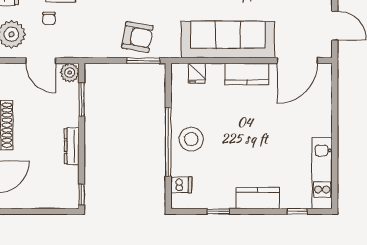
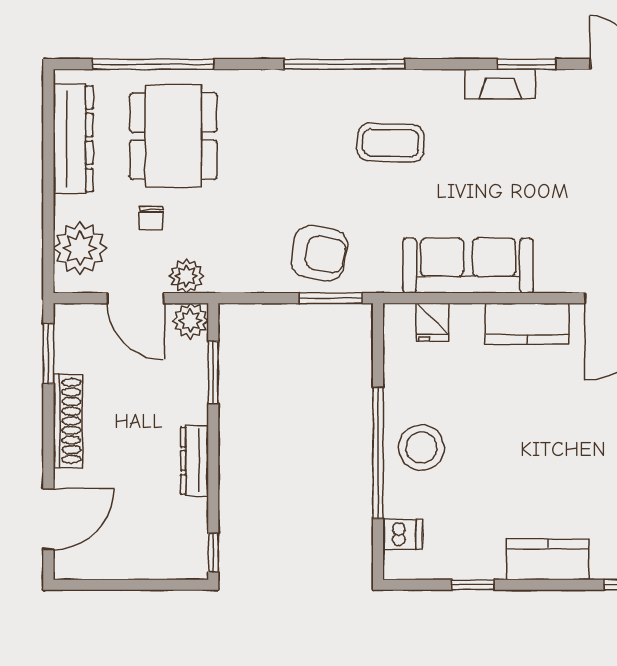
sofa: (228, 39) -> (468, 266), width x0.74, depth x0.79
plant: (67, 49) -> (186, 276), added

